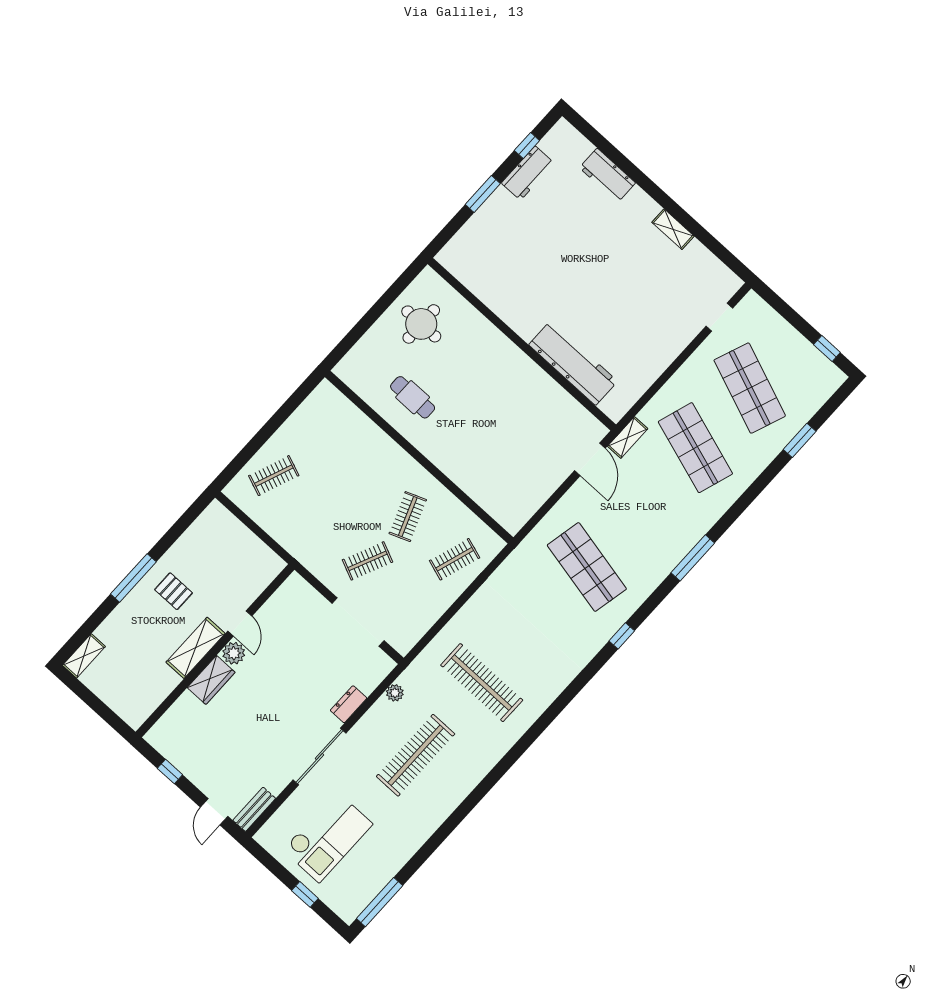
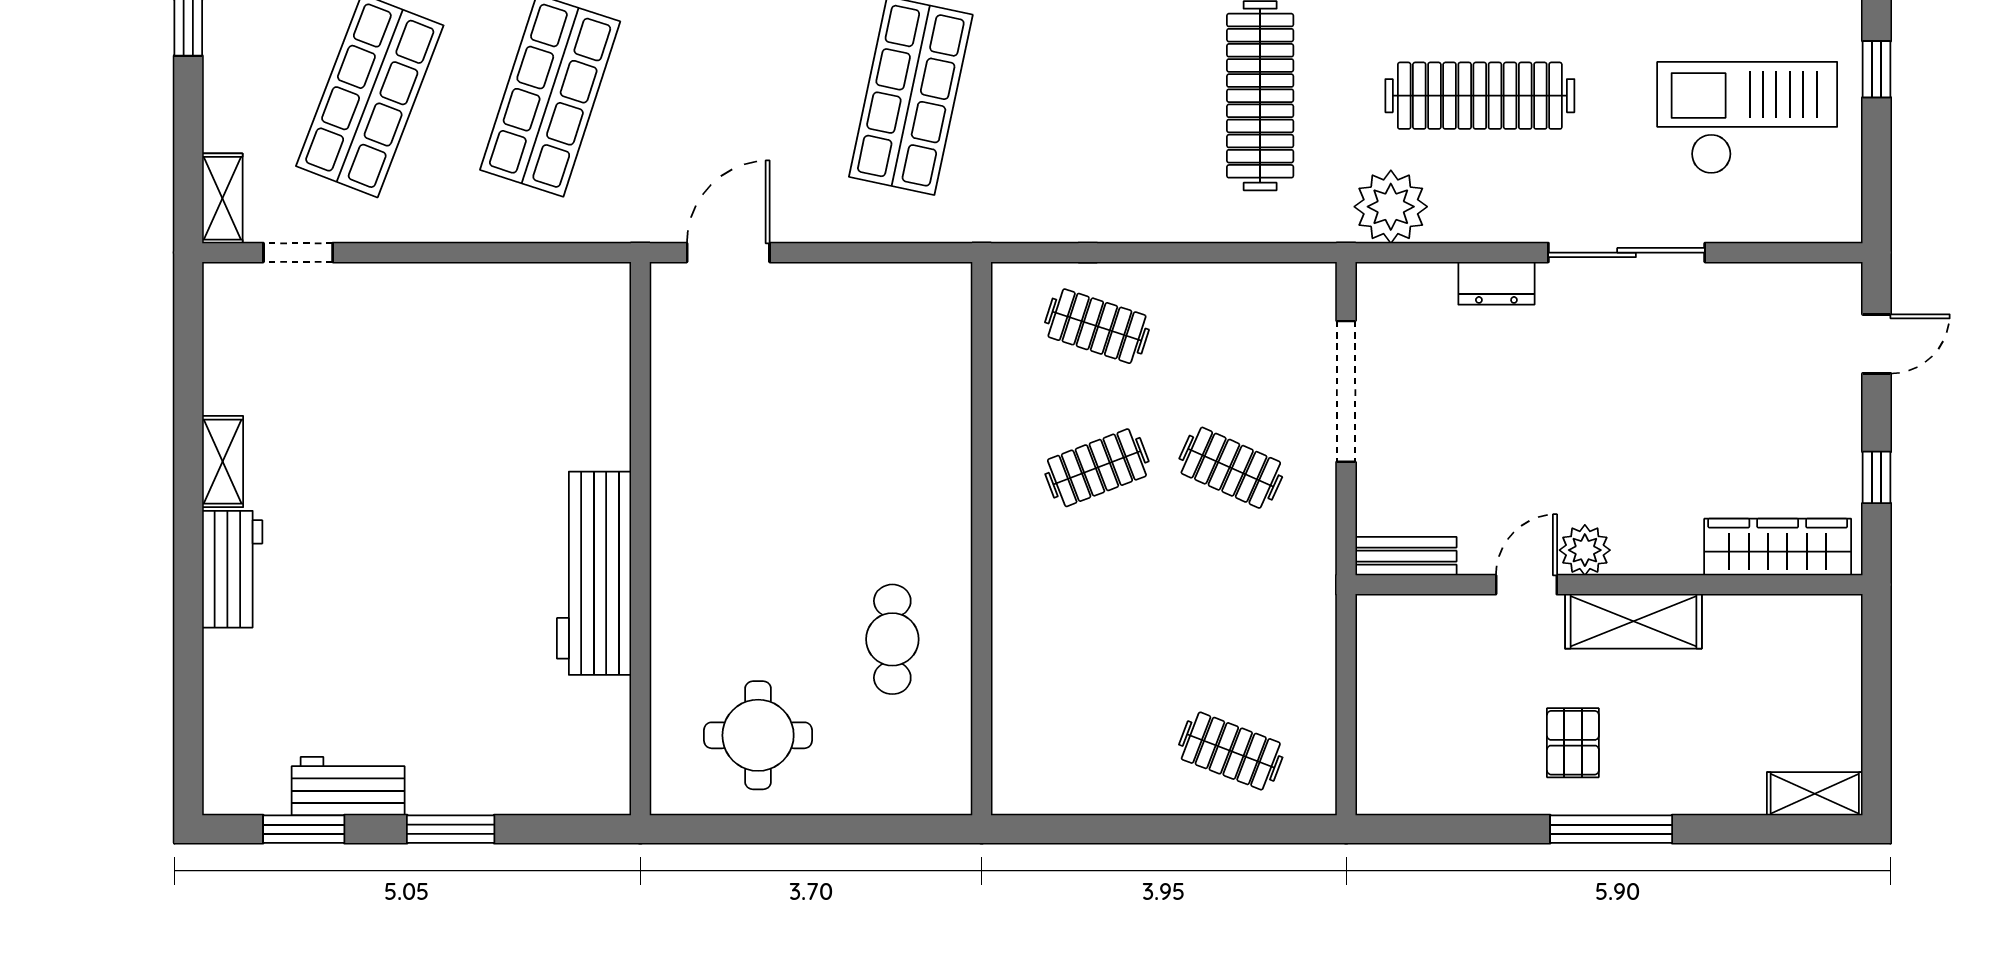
window: (527, 145) -> (304, 829), width x1.50
workbench: (607, 175) -> (232, 569), moved
workbench: (573, 363) -> (594, 573), moved
shelving: (628, 438) -> (222, 198), moved, turned 90
wardrobe: (211, 680) -> (1778, 547), moved, width x1.50
plant: (395, 693) -> (1391, 207), width x1.87, depth x1.87
bench: (254, 809) -> (1406, 556), moved

